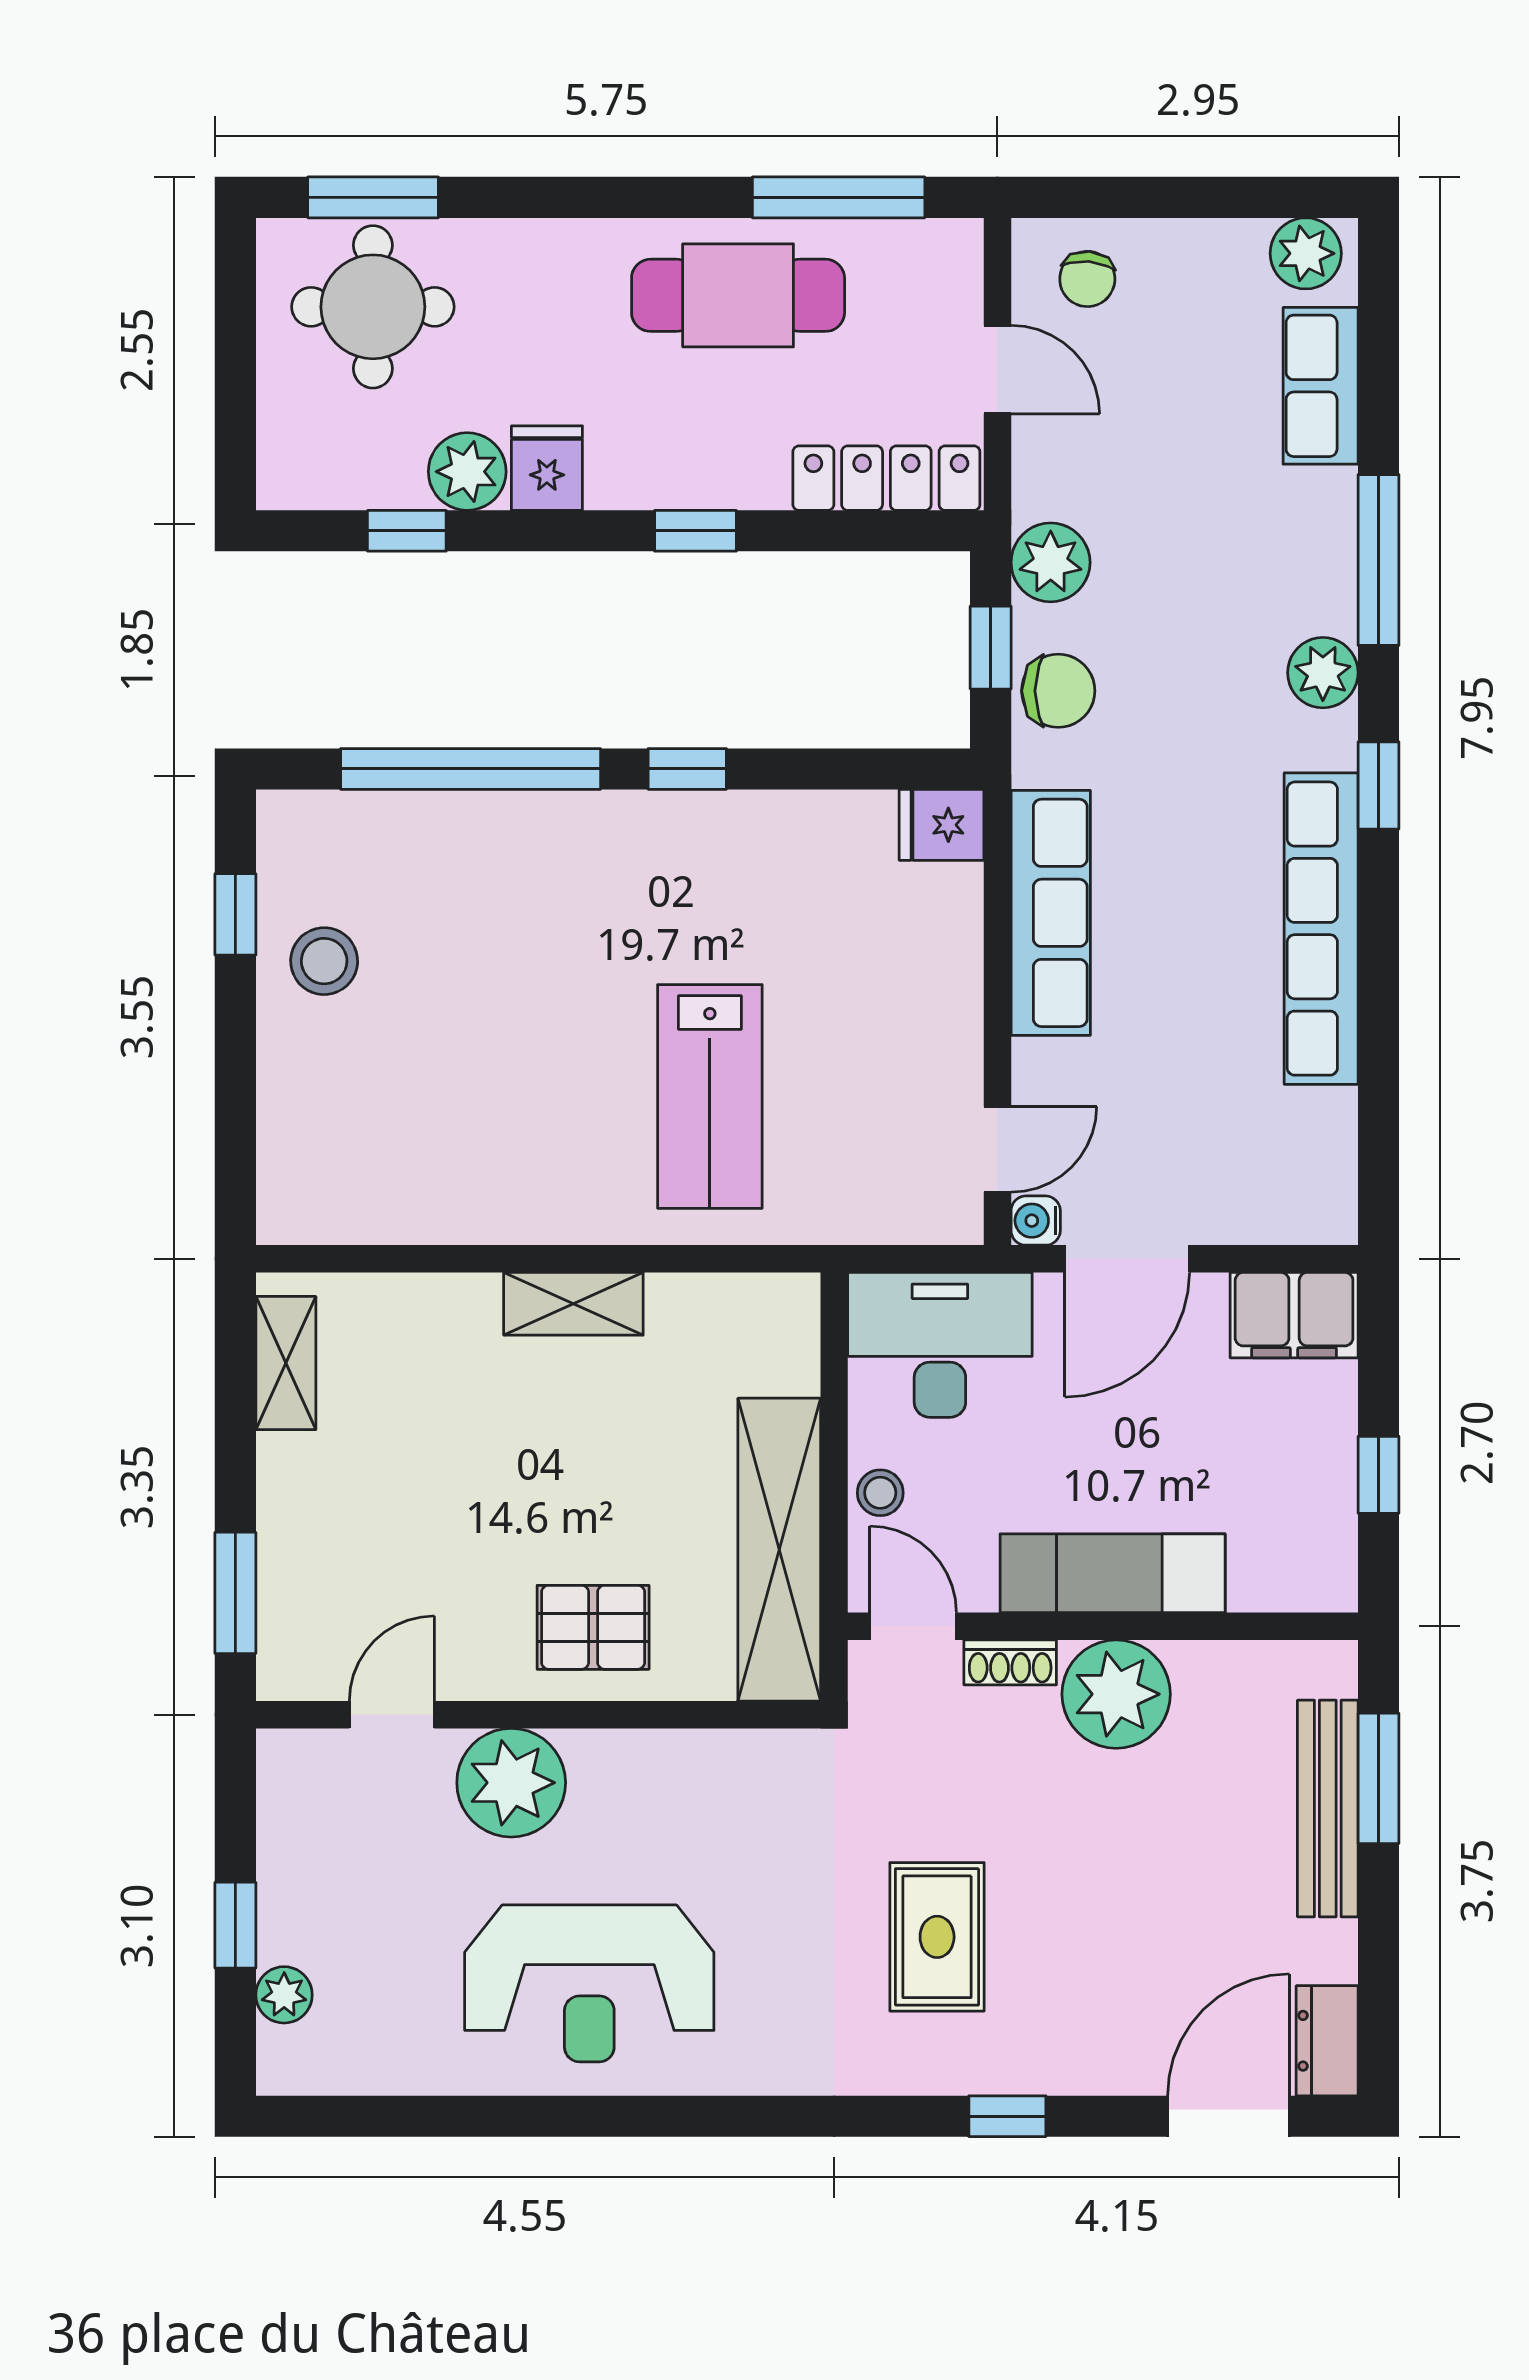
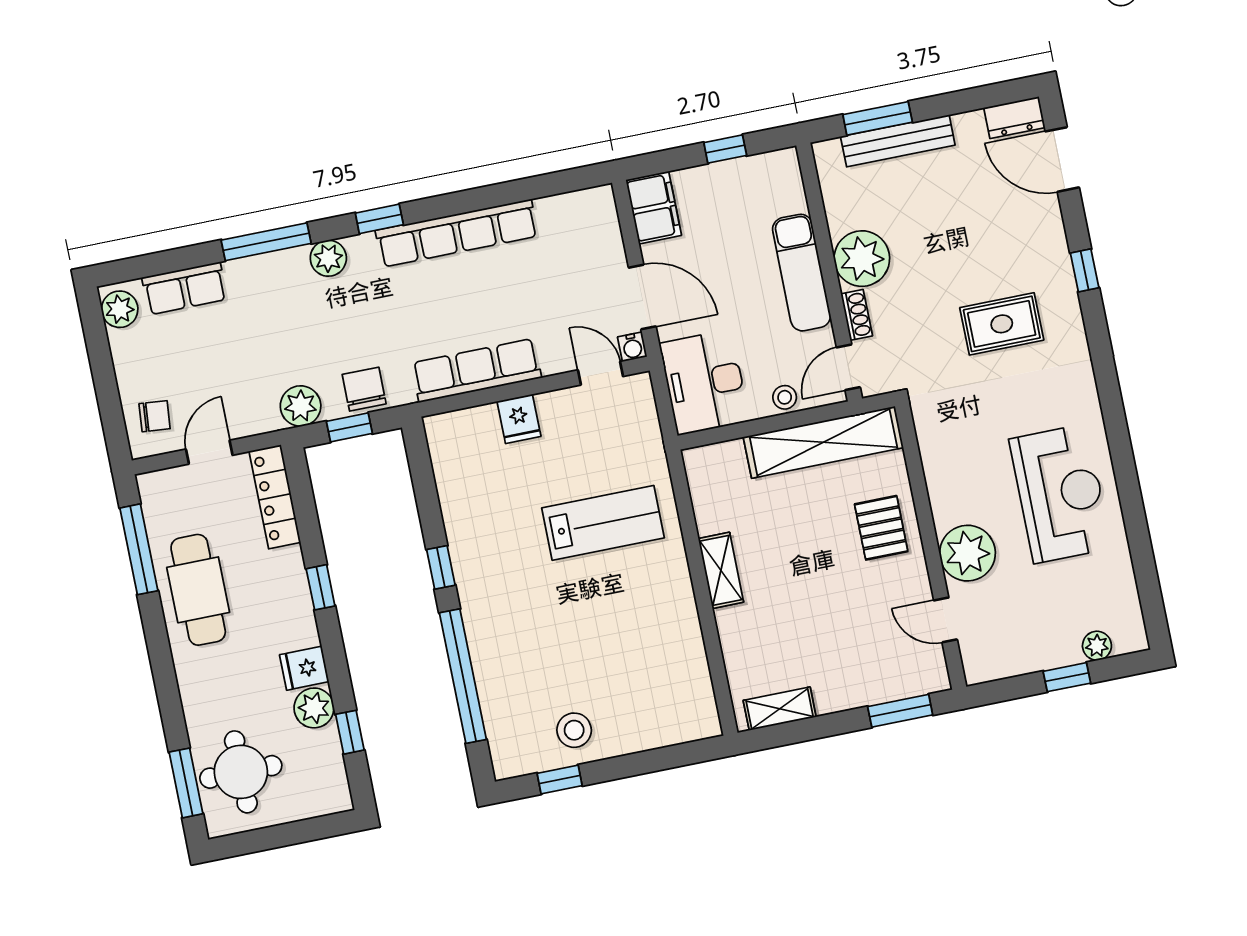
fridge: (942, 825) -> (519, 419), moved

